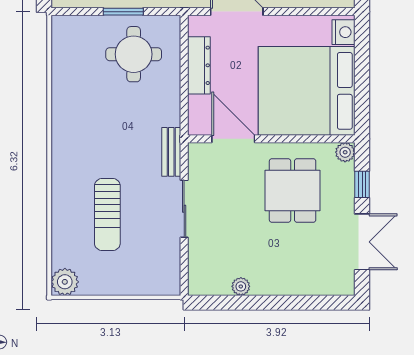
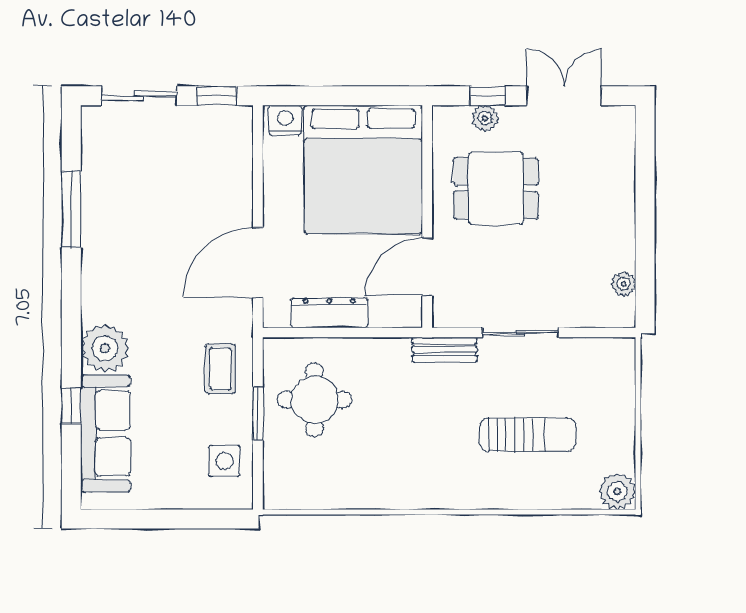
plant: (345, 152) -> (485, 118), moved
plant: (241, 286) -> (623, 284), moved

